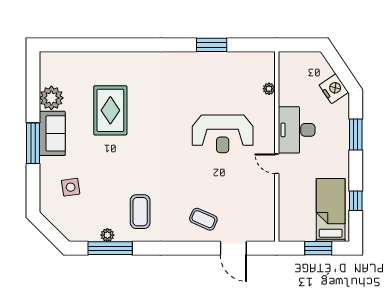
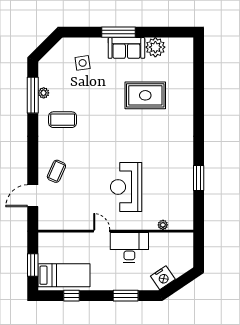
door: (277, 164) -> (102, 231), hinge flipped

